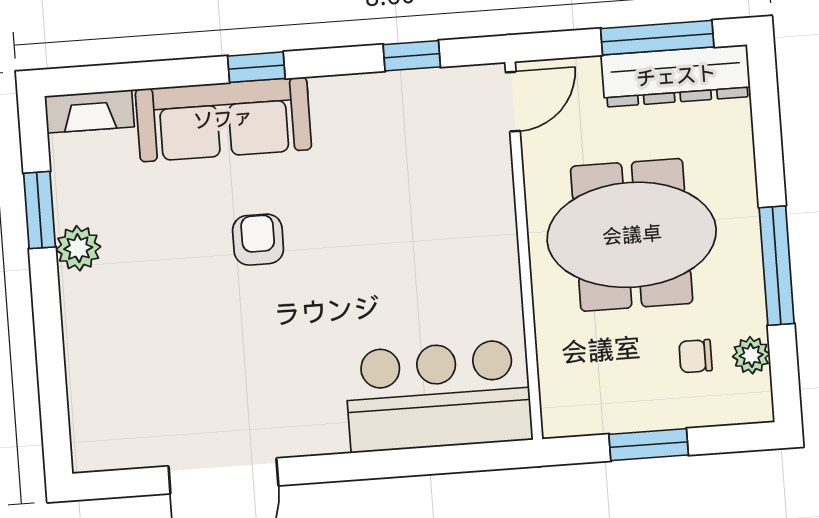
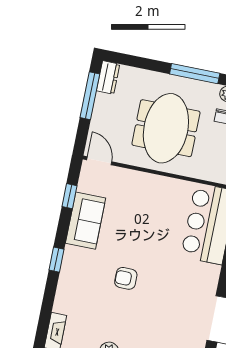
dresser: (676, 76) -> (108, 77), width x0.51, depth x0.80
sofa: (223, 119) -> (86, 221), moved, width x0.73

